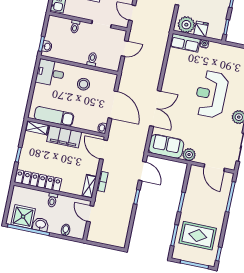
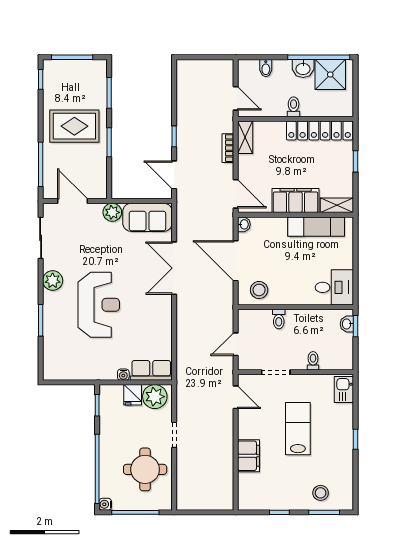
stool: (84, 84) -> (259, 290), moved
rug: (198, 236) -> (74, 126), moved

